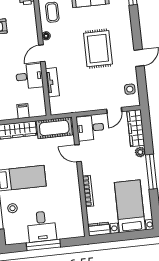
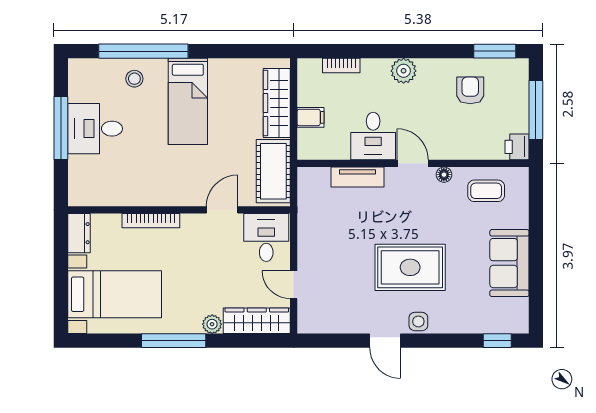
side table: (130, 89) -> (418, 321), moved

